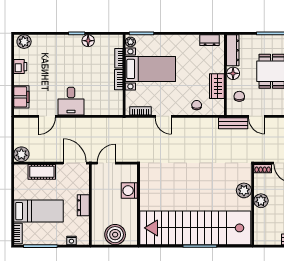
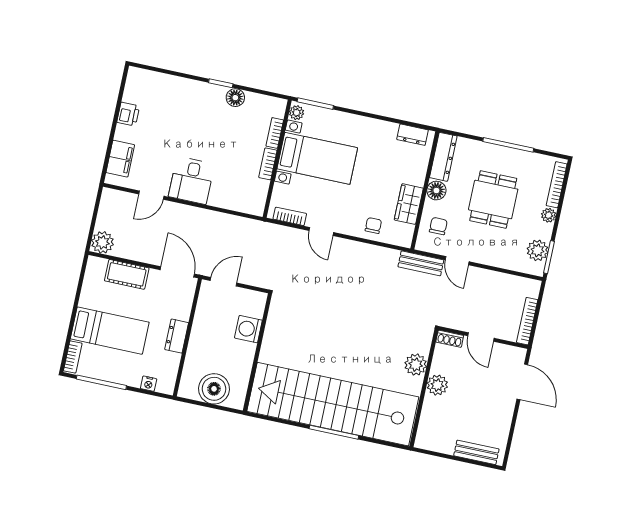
plant: (24, 42) -> (142, 79), removed

